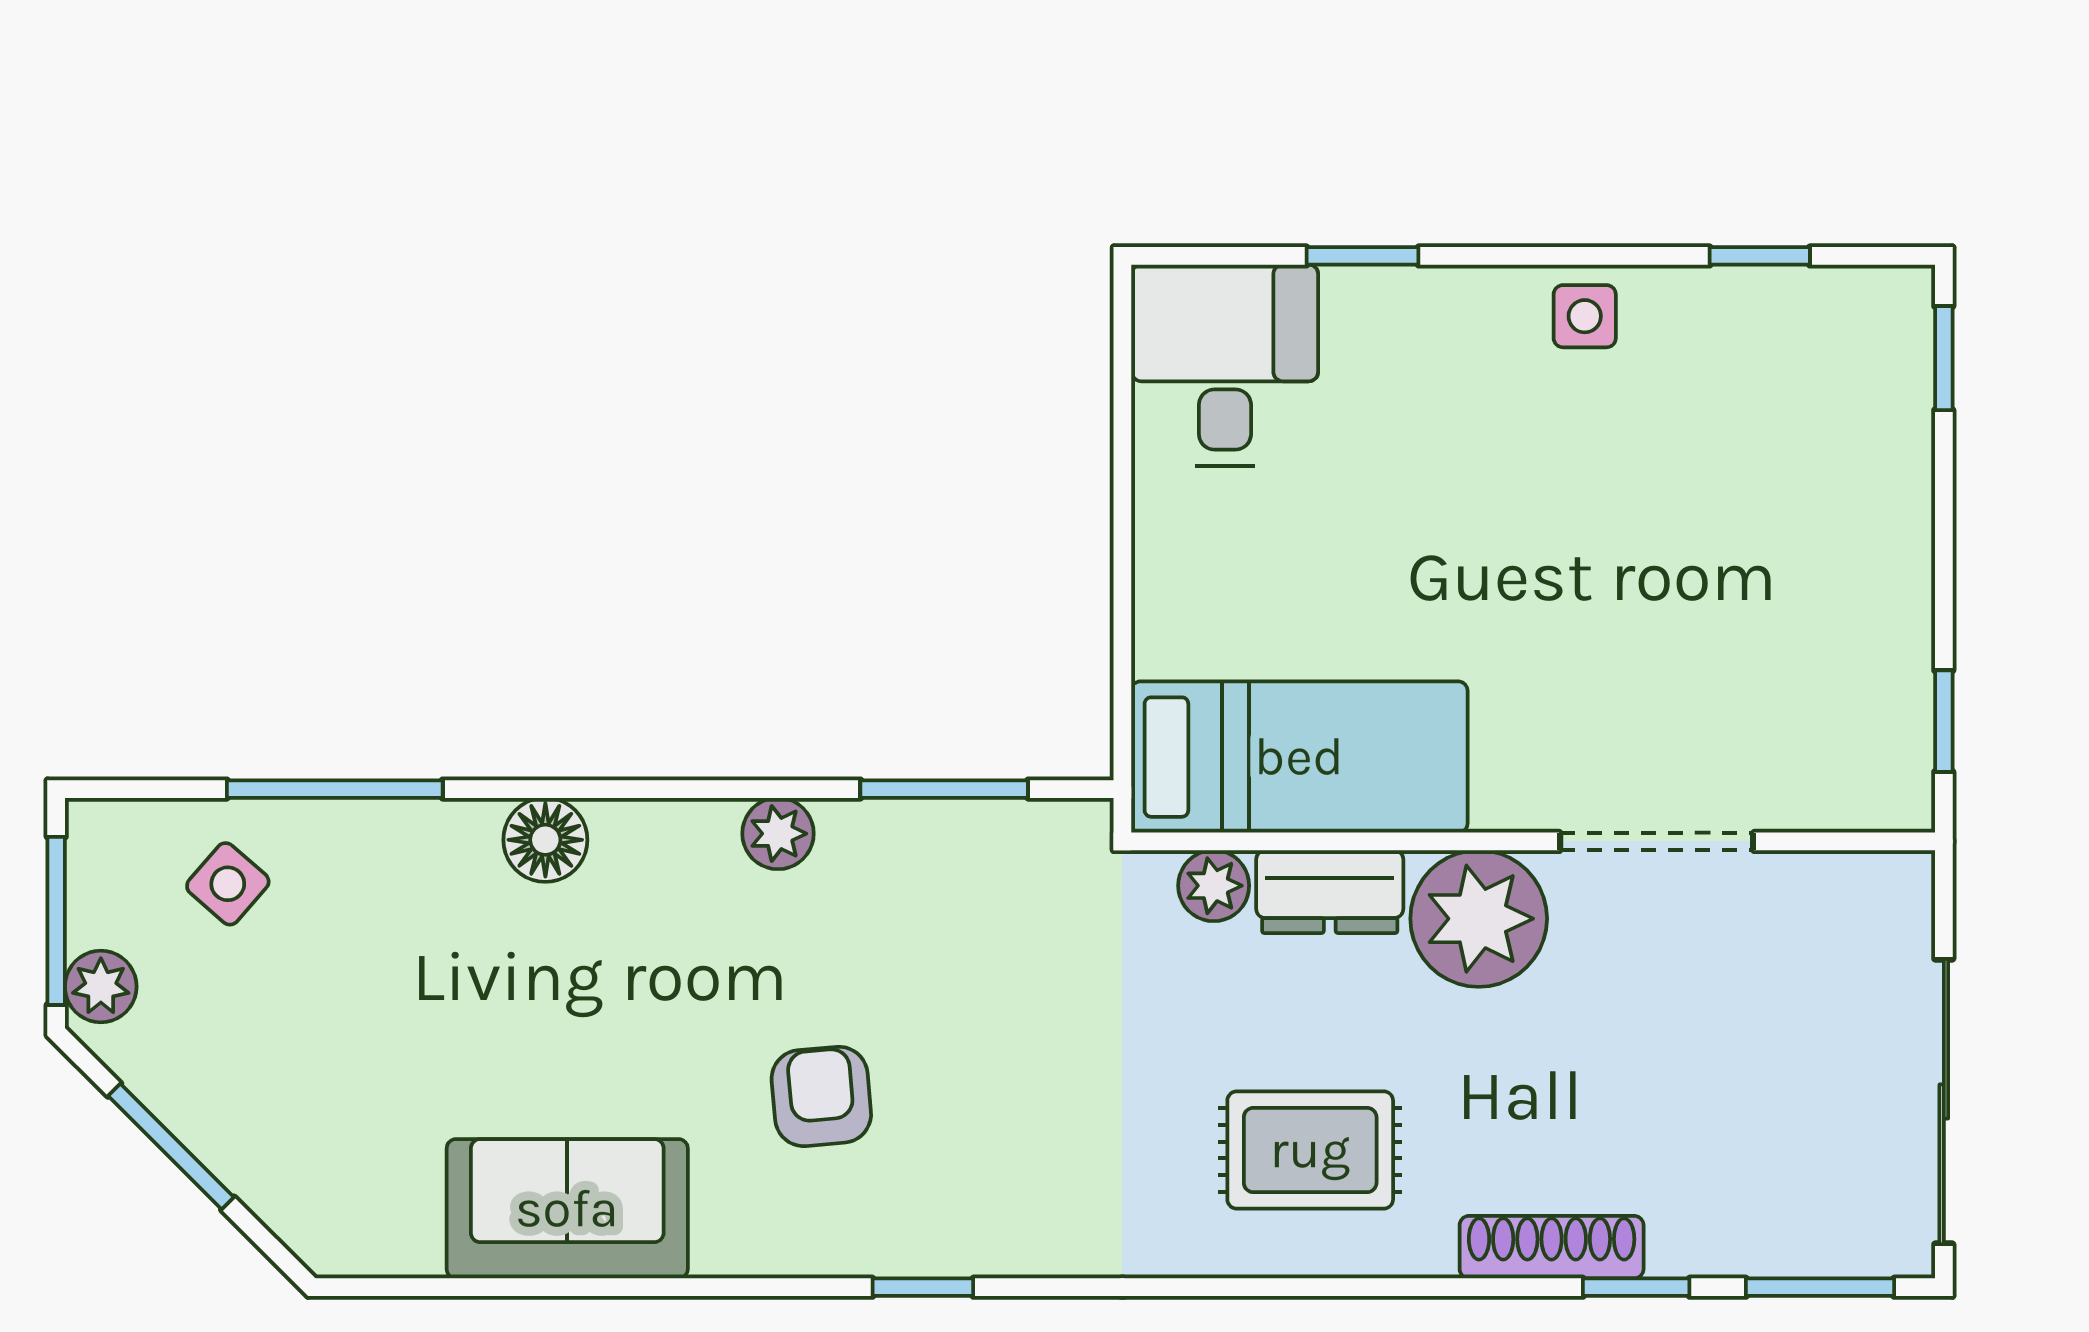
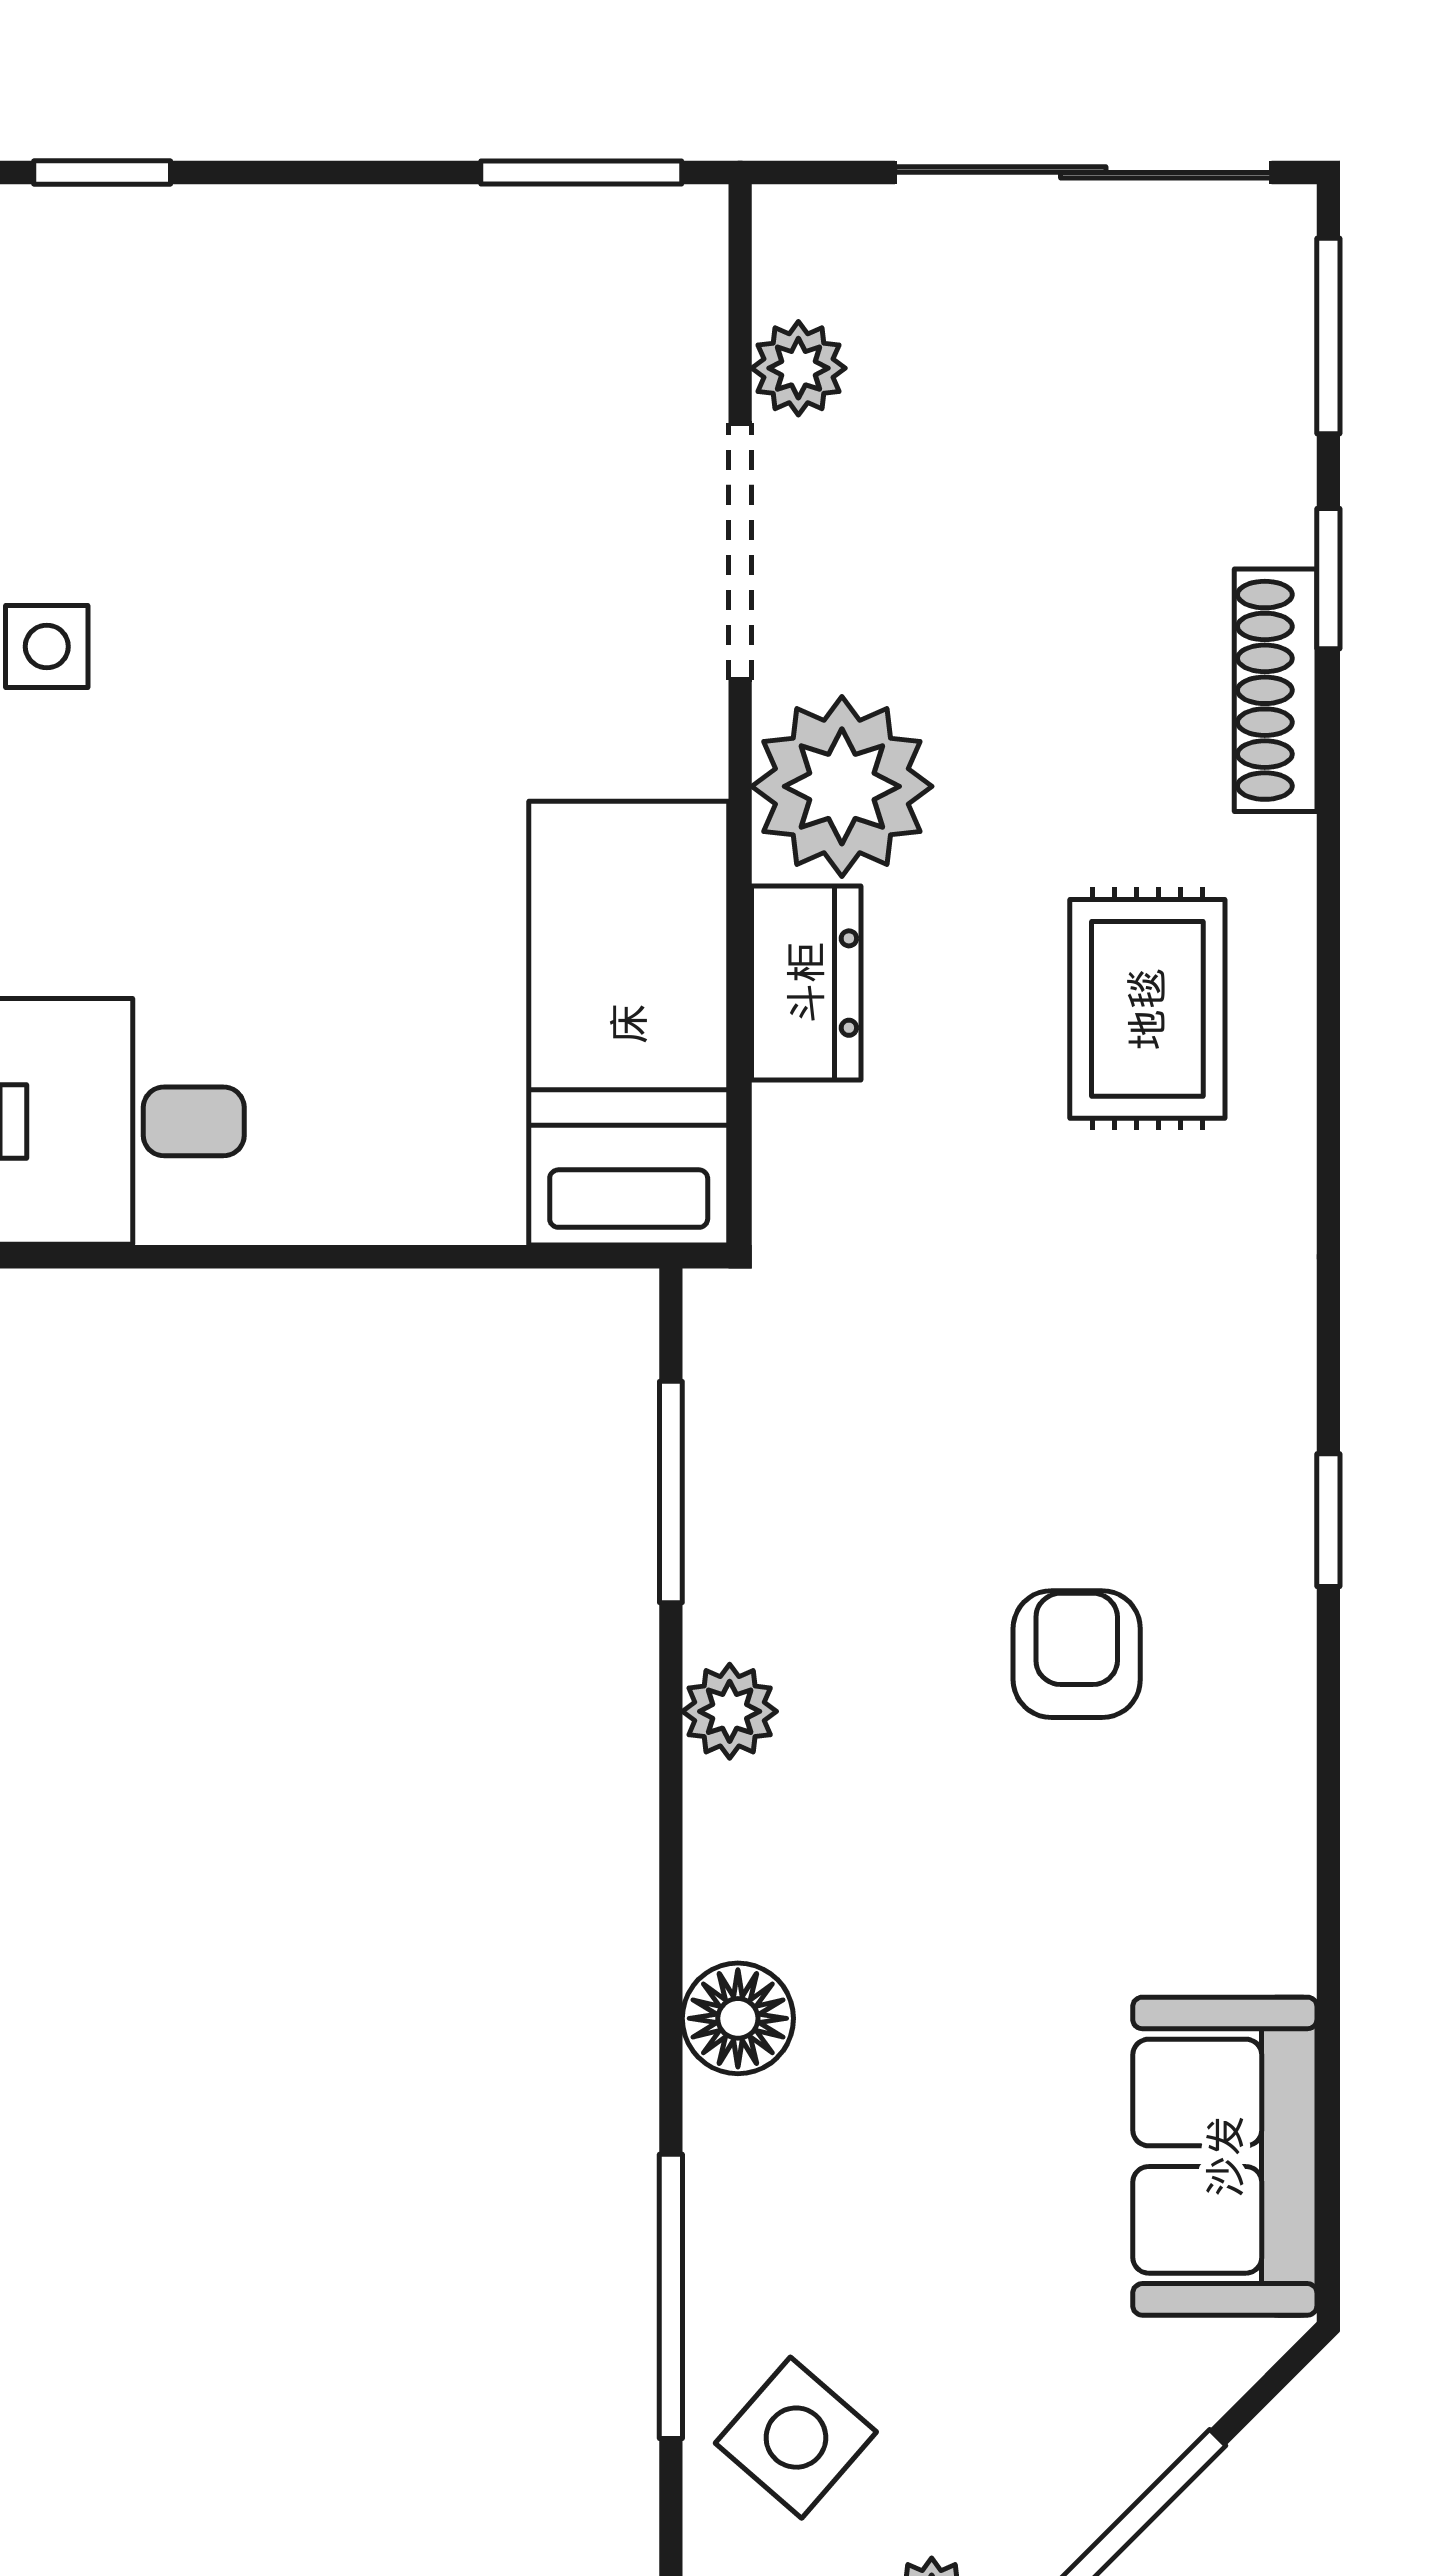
window: (1944, 721) -> (581, 172), width x1.50
side table: (228, 884) -> (796, 2438), width x1.37, depth x1.37
plant: (1214, 886) -> (798, 368), moved
armchair: (821, 1096) -> (1077, 1654), turned 95
sofa: (567, 1209) -> (1225, 2156), moved

